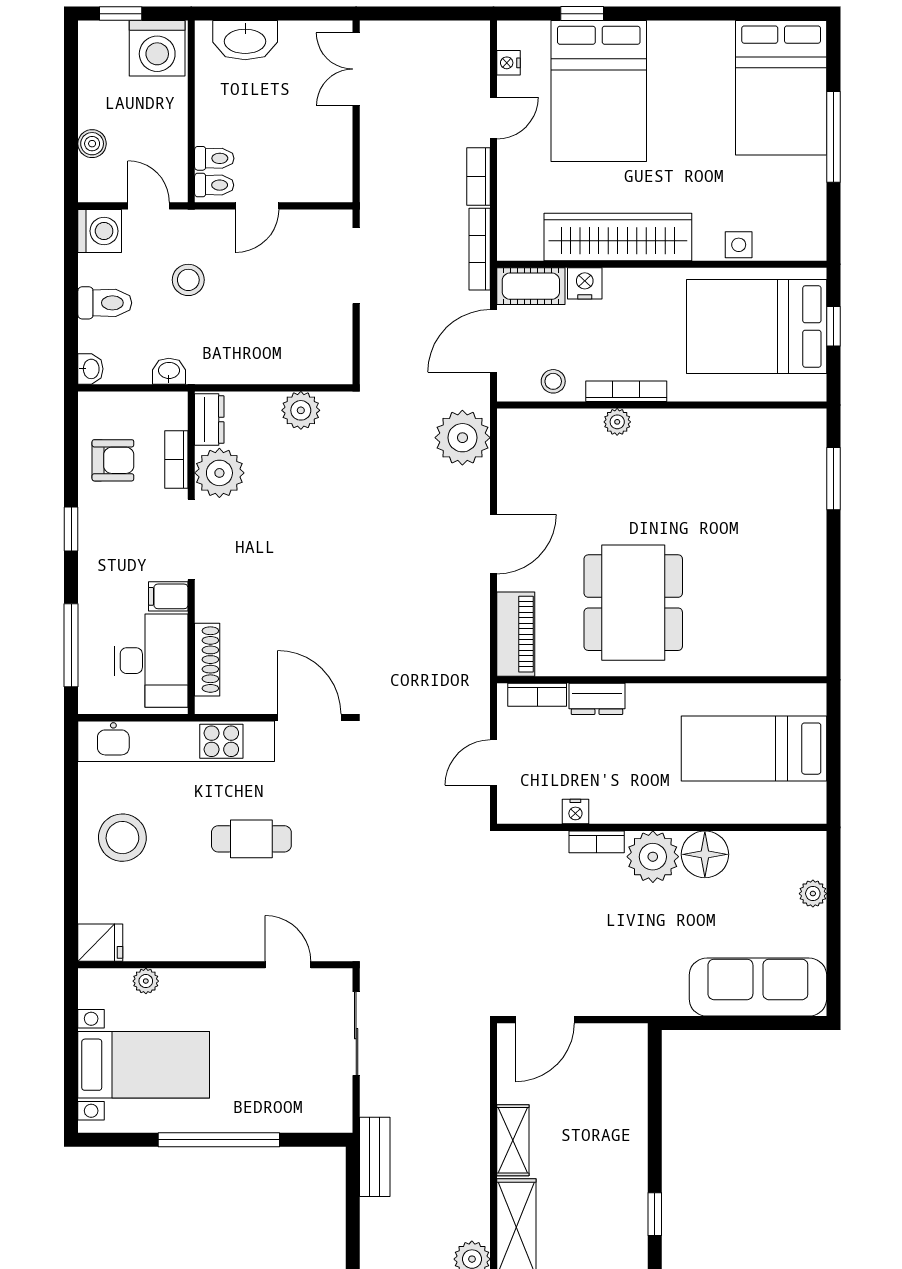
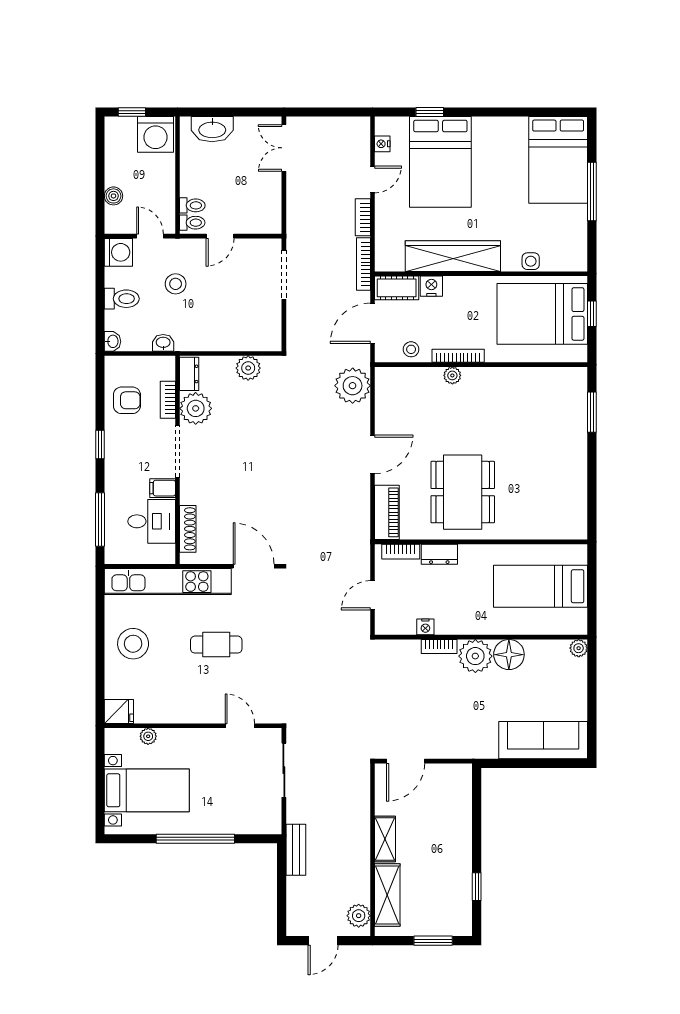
desk: (151, 661) -> (152, 521), width x0.73
plant: (813, 894) -> (579, 648), moved

